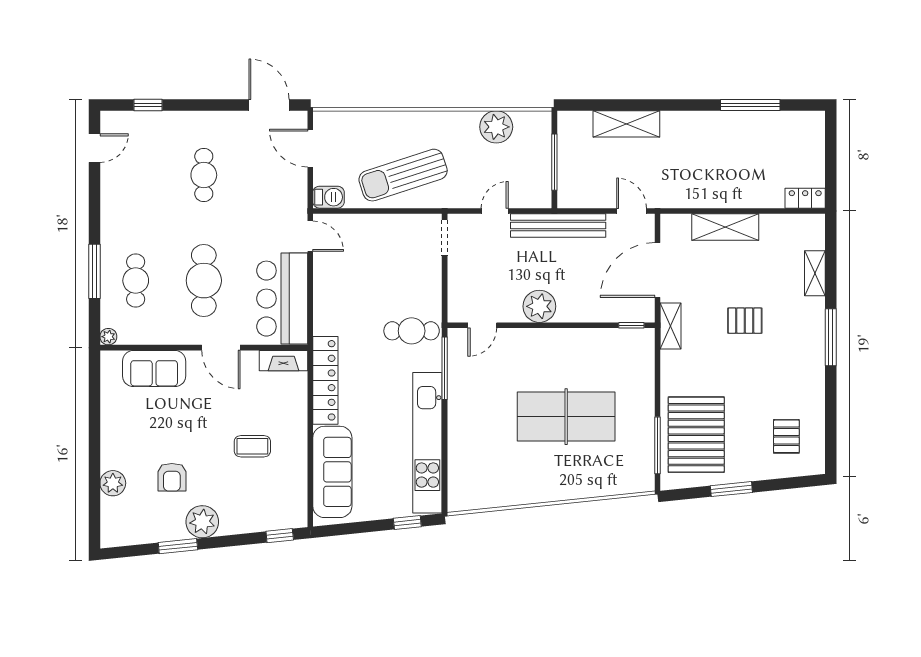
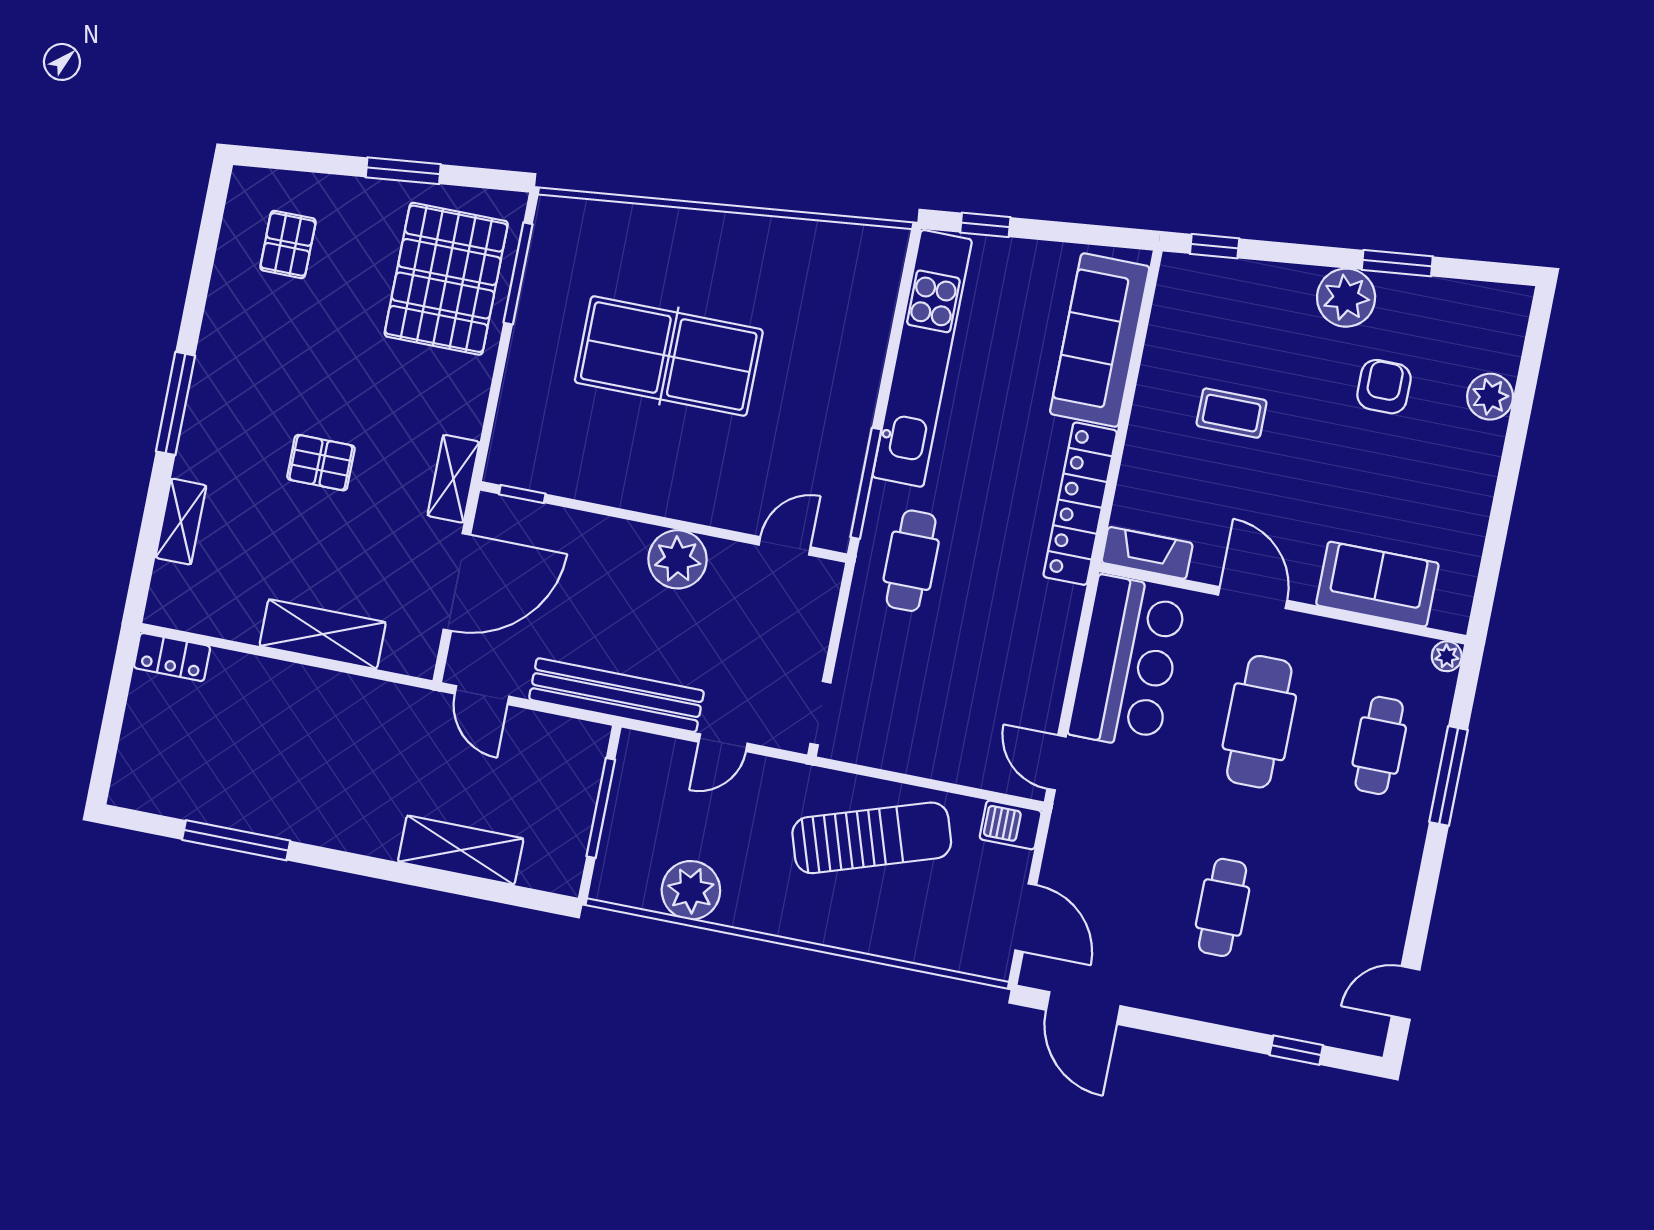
cafe table: (412, 331) -> (911, 561), turned 90

